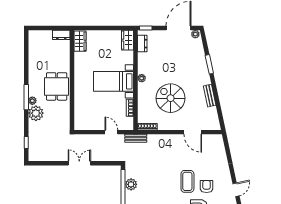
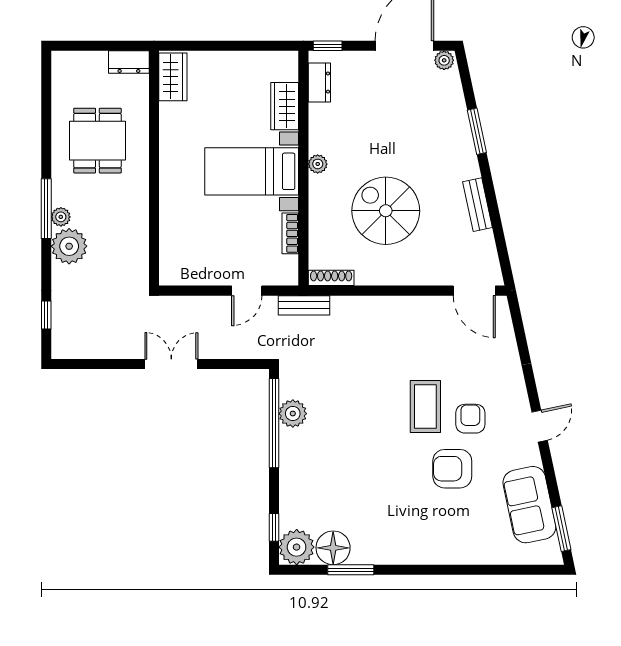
wardrobe: (128, 40) -> (285, 106), moved
dining table: (57, 86) -> (97, 141), moved
door: (111, 132) -> (247, 291), swing flipped
door: (193, 132) -> (474, 291), moved

